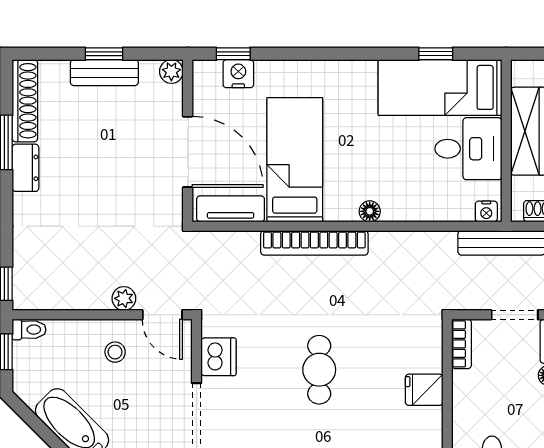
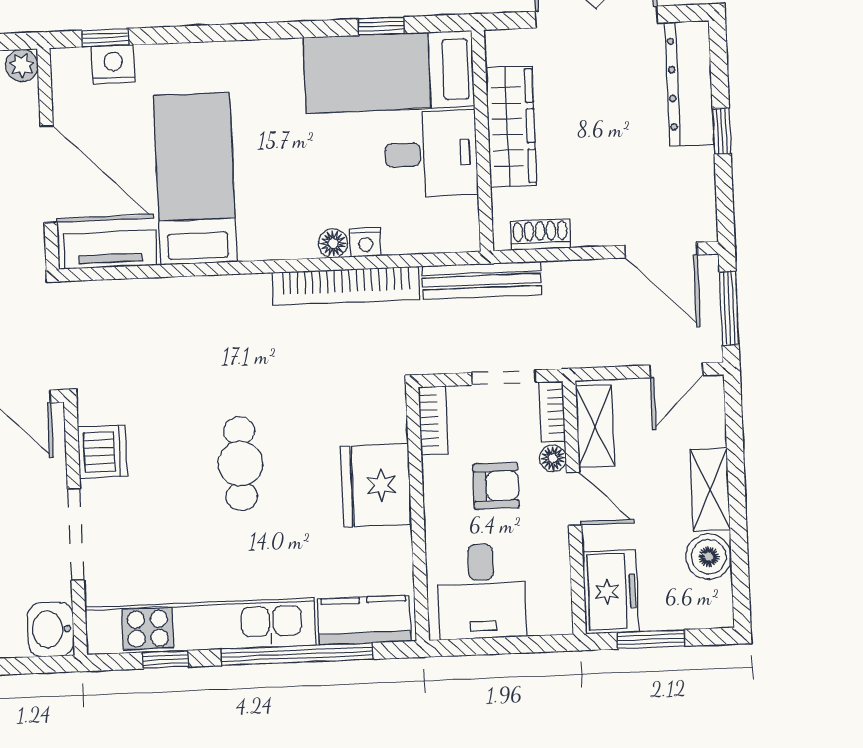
floor lamp: (370, 211) -> (333, 243), moved
nightstand: (486, 211) -> (366, 242), moved
bookcase: (314, 243) -> (346, 286), moved
fridge: (424, 390) -> (376, 485), width x1.88, depth x1.34
armchair: (506, 394) -> (496, 486), added

